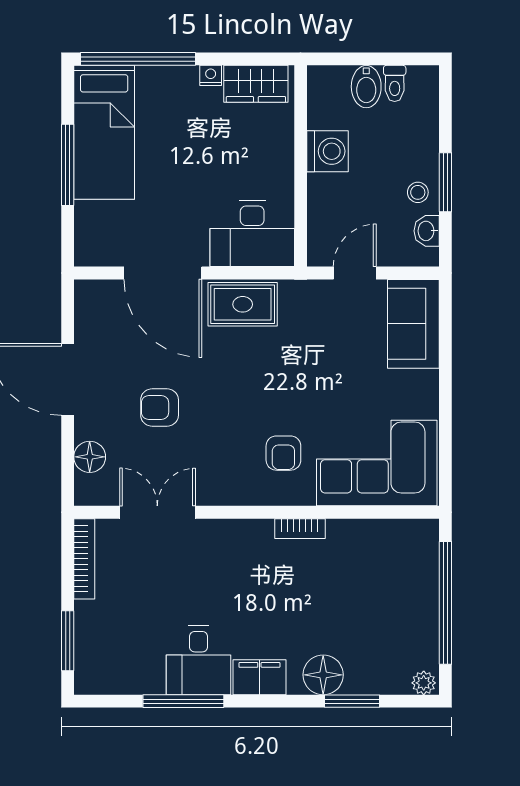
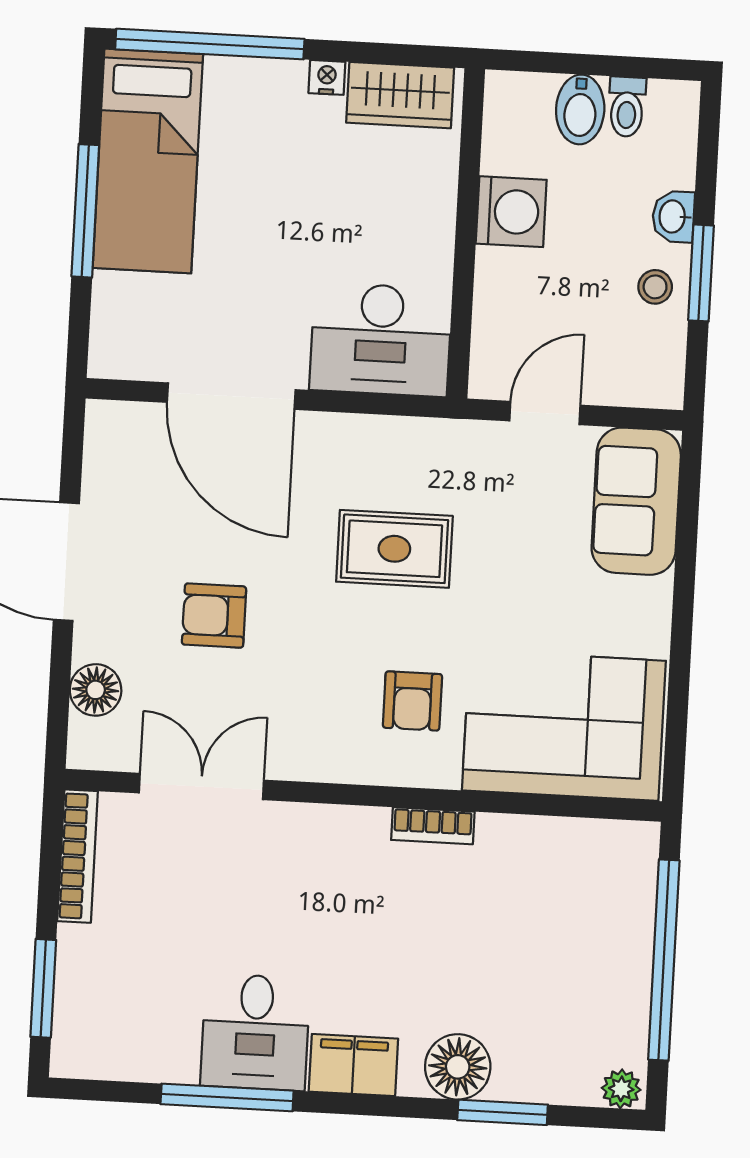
washbasin: (427, 231) -> (673, 217), moved
rug: (243, 304) -> (394, 549), moved

